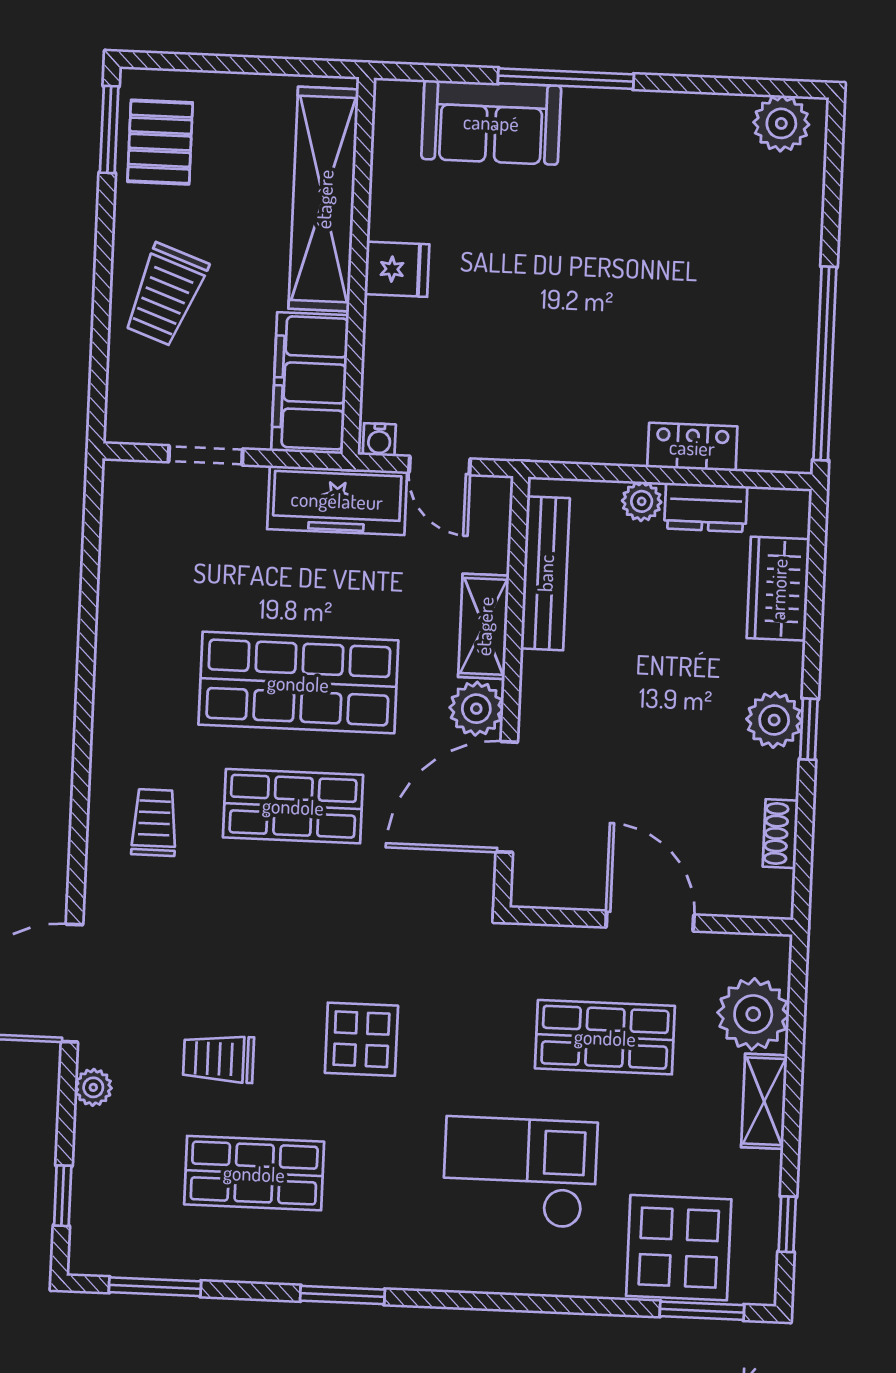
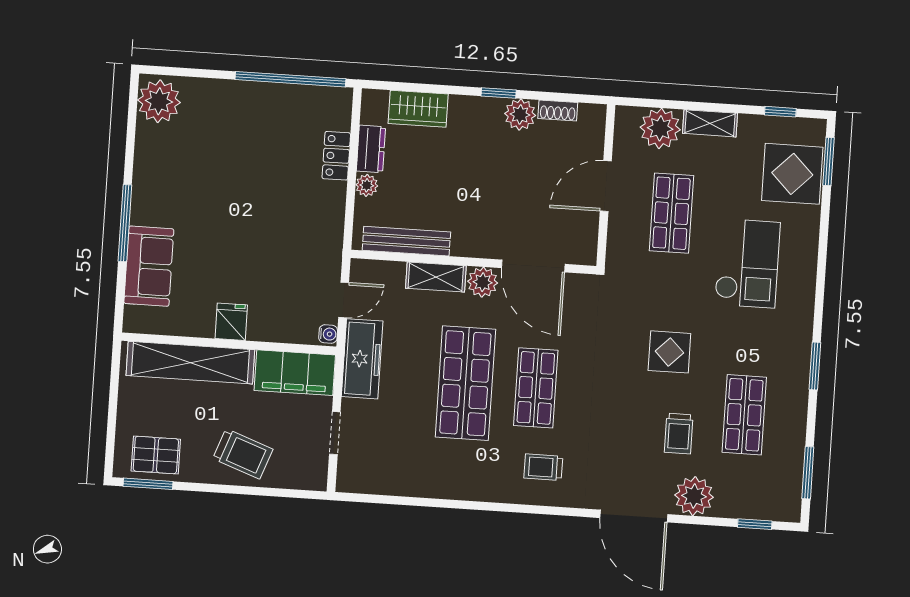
plant: (781, 123) -> (159, 101), width x1.36, depth x1.36
plant: (774, 720) -> (520, 114), moved
plant: (93, 1087) -> (694, 496), width x1.88, depth x1.88
checkout: (520, 1172) -> (747, 263), turned 180

